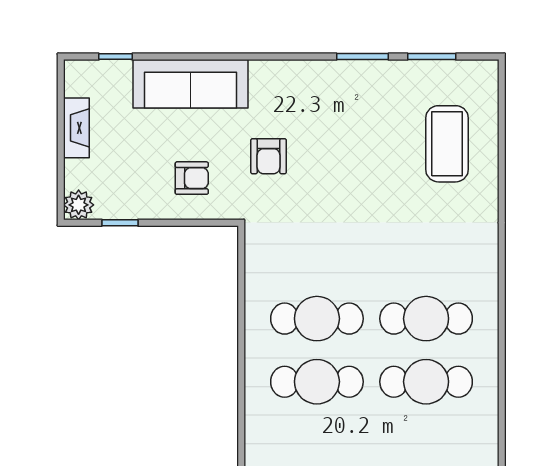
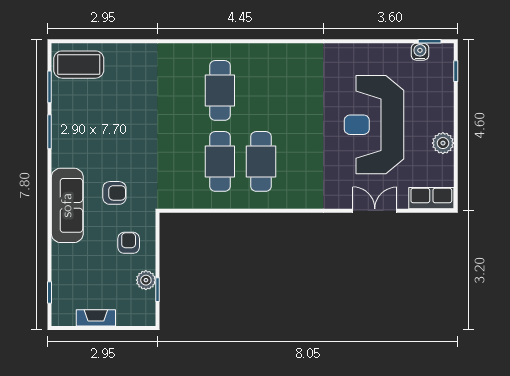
sofa: (191, 84) -> (67, 205), moved
coffee table: (447, 144) -> (79, 65), moved
plant: (79, 205) -> (146, 280), moved
cafe table: (426, 382) -> (261, 90), removed

